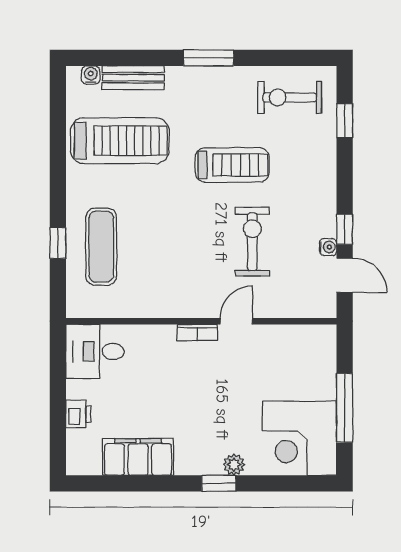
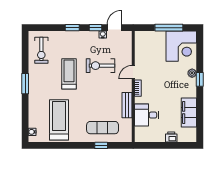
bench: (133, 78) -> (127, 105), moved
window: (345, 121) -> (72, 28), moved
door: (236, 321) -> (133, 72), hinge flipped
desk: (95, 351) -> (147, 115), moved, turned 90

